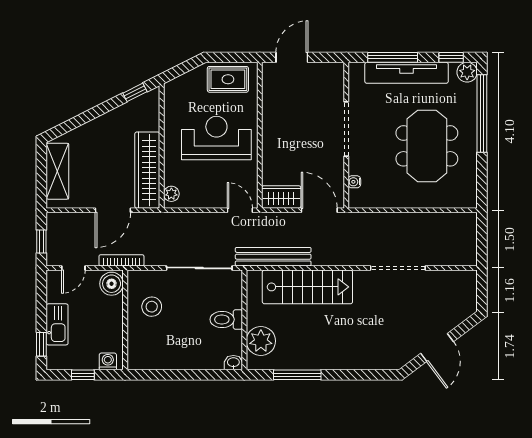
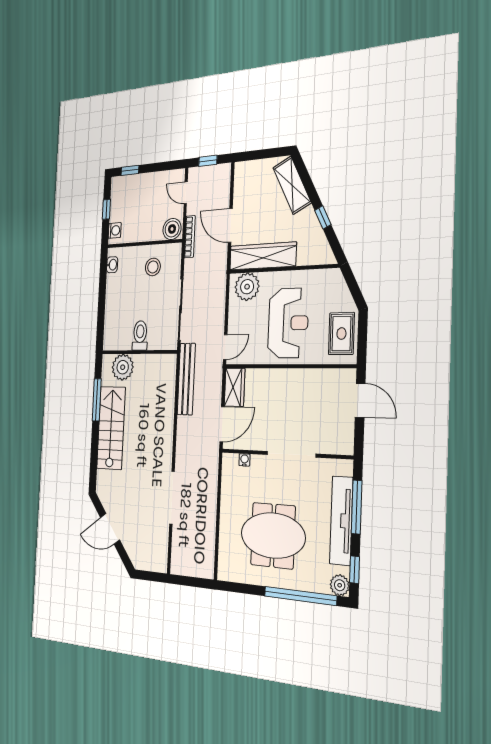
window: (135, 92) -> (323, 217), moved
shelving: (57, 171) -> (292, 185), moved, turned 63
plant: (171, 194) -> (247, 287), width x1.87, depth x1.87
stairs: (307, 287) -> (111, 428), moved, turned 180
kitchen sink: (57, 324) -> (144, 183), removed
washbasin: (233, 363) -> (112, 265), moved

